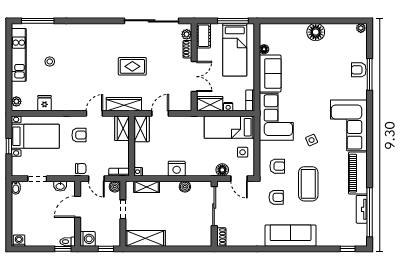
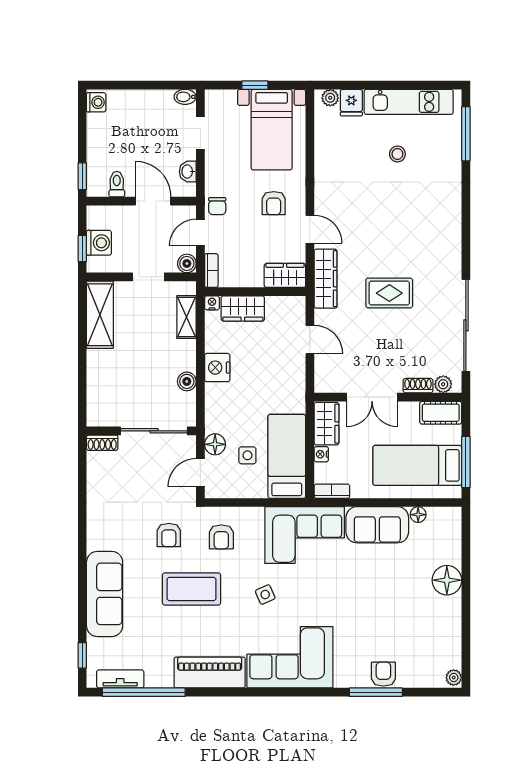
floor lamp: (316, 32) -> (447, 580), moved
rug: (132, 66) -> (389, 293), turned 90
fridge: (44, 103) -> (351, 103), moved, turned 90
wardrobe: (142, 129) -> (243, 309), moved
side table: (243, 152) -> (247, 455), moved
tv unit: (362, 209) -> (120, 679), moved
sofa: (291, 236) -> (105, 594), moved
washing machine: (88, 239) -> (99, 243), moved, turned -90
toilet: (68, 242) -> (117, 184), moved

